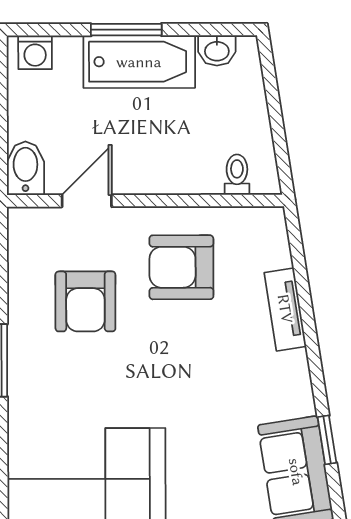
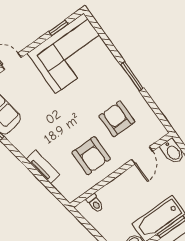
armchair: (181, 267) -> (91, 156), turned 90

